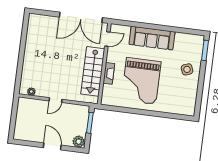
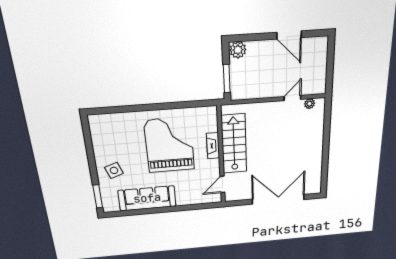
double door: (81, 17) -> (278, 199), moved
sofa: (152, 38) -> (147, 198), moved
door: (55, 100) -> (292, 98), moved
door: (52, 146) -> (289, 35), moved

